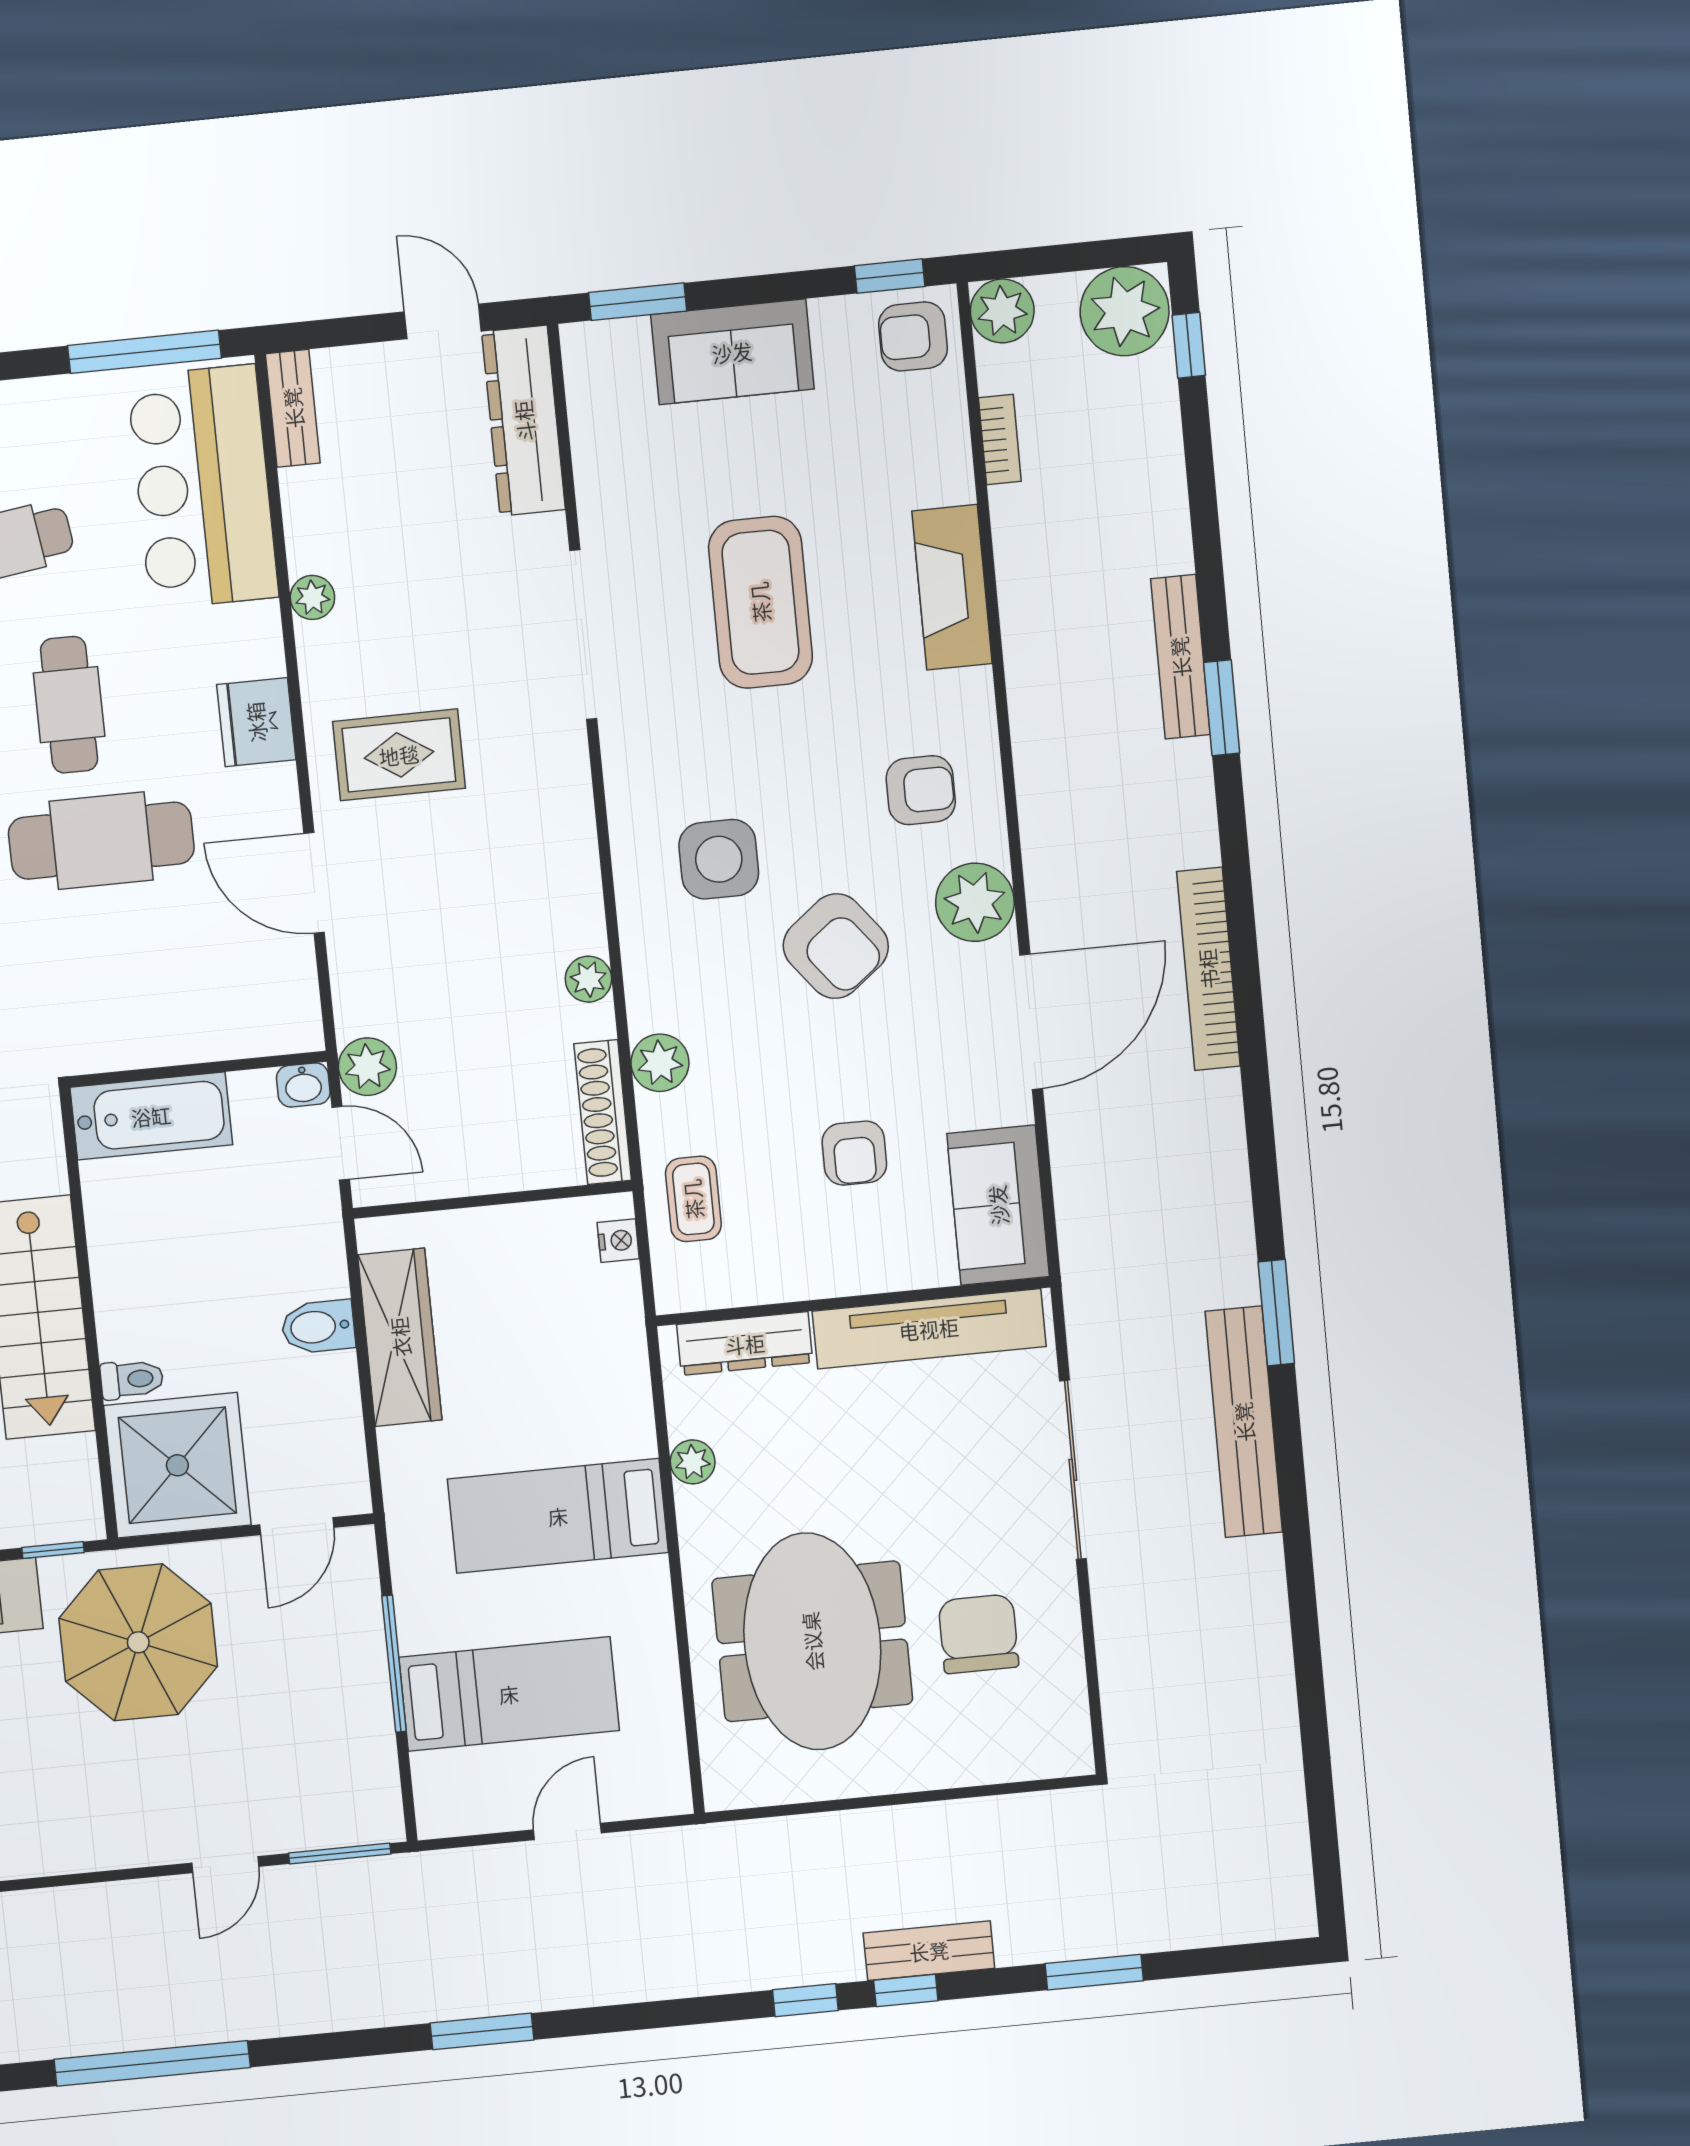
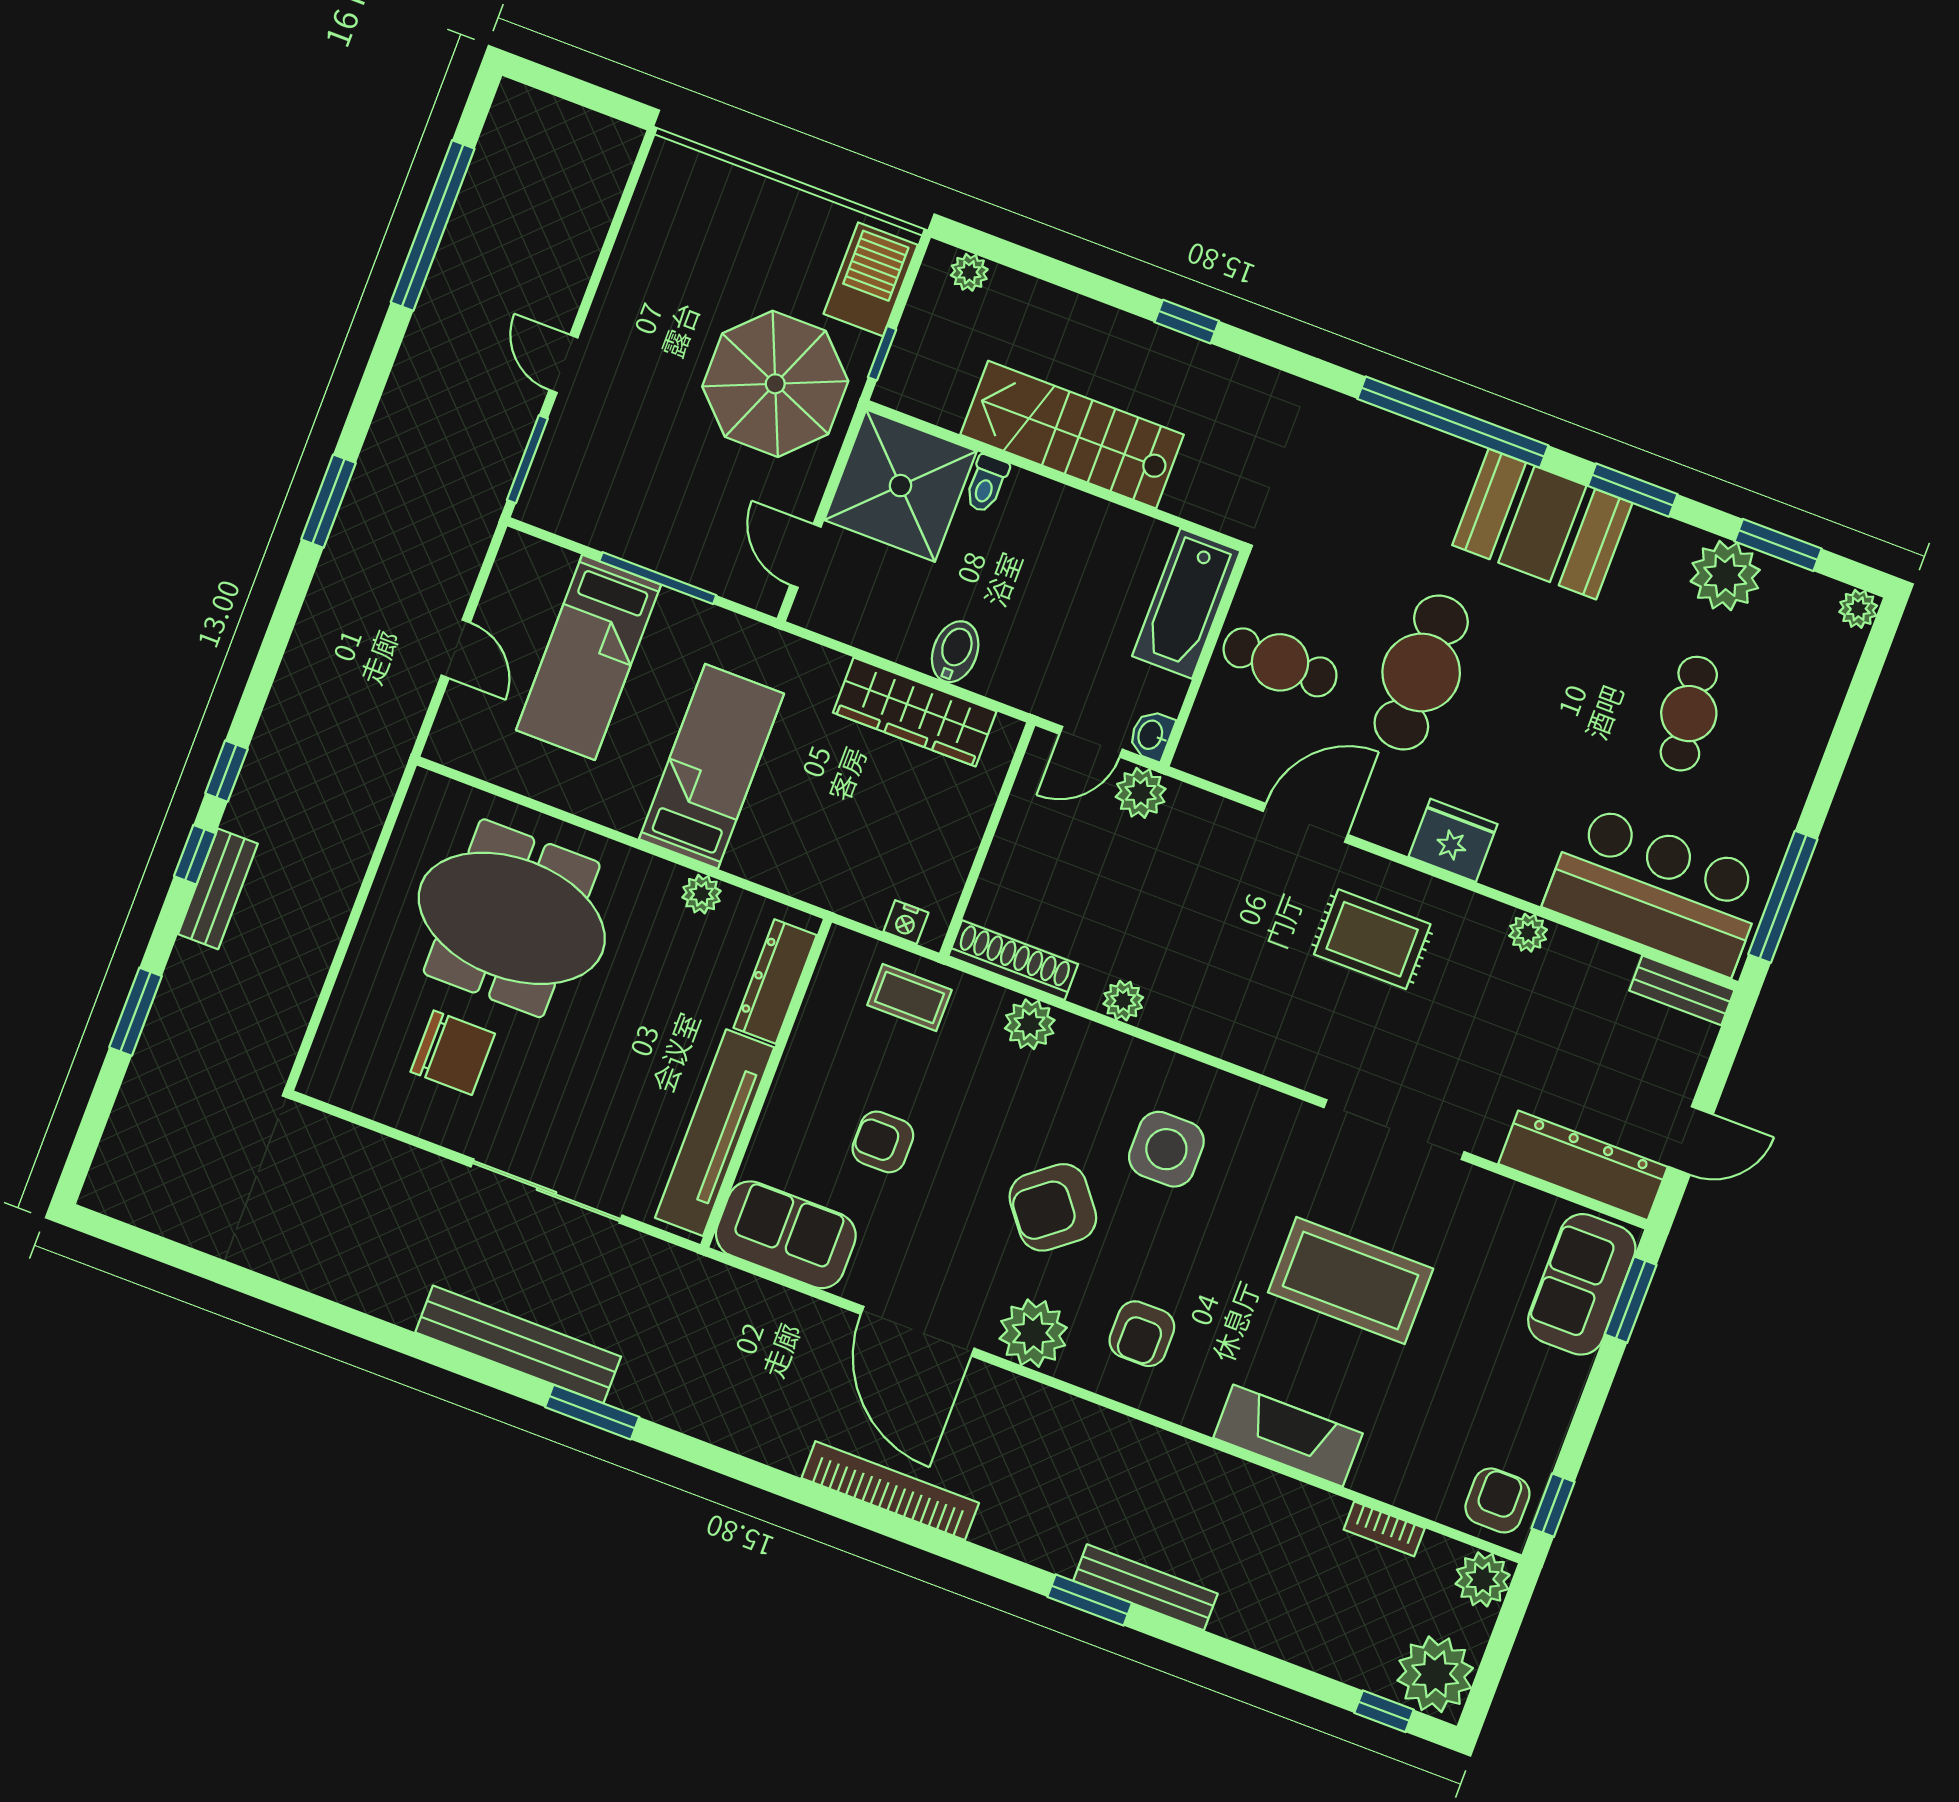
sofa: (732, 352) -> (1582, 1284), moved
cafe table: (69, 705) -> (1280, 662), moved
rug: (399, 755) -> (1372, 939), turned 90

